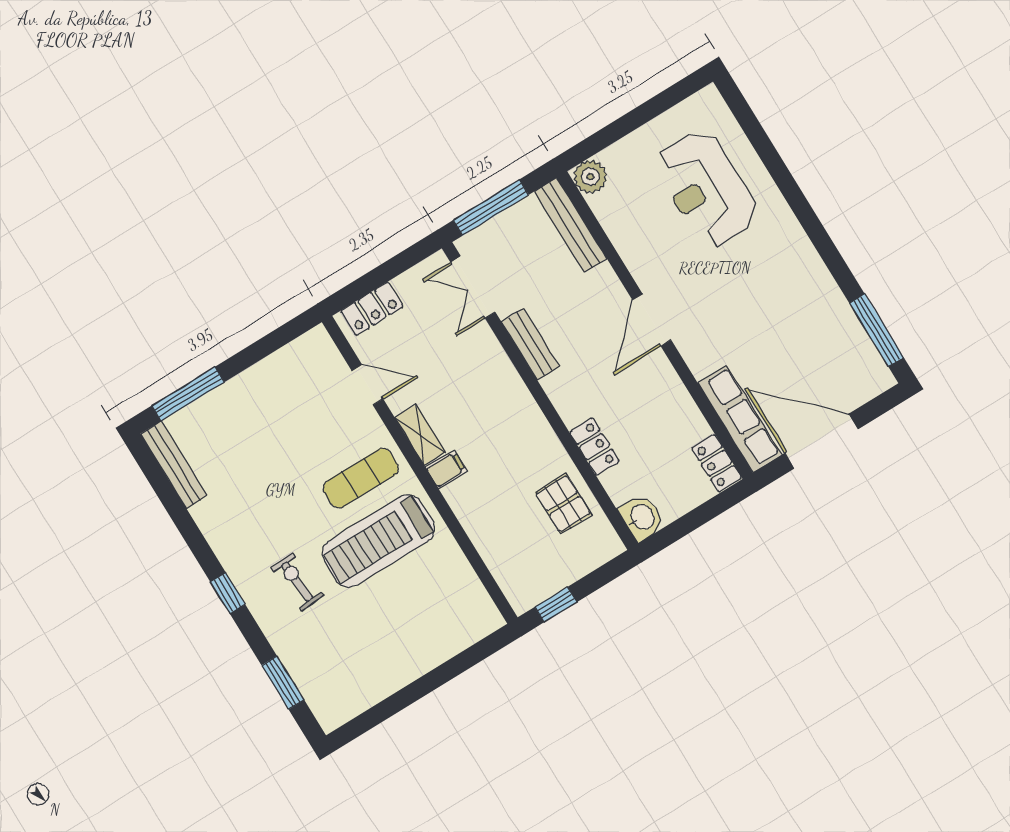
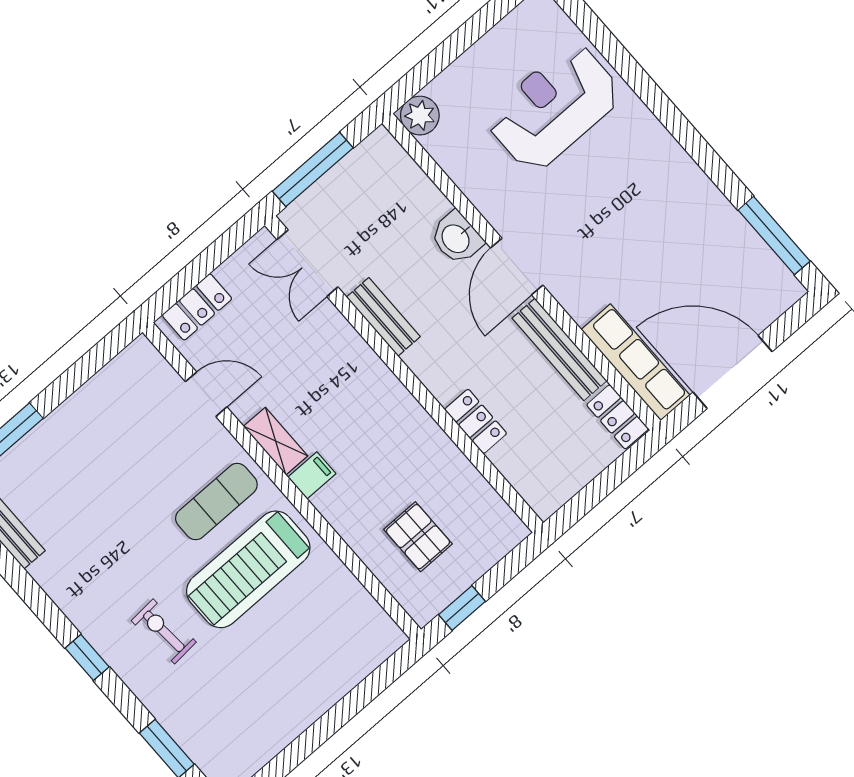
reception desk: (706, 189) -> (554, 107), turned 90
bench: (571, 225) -> (559, 349), moved
pallet: (563, 504) -> (418, 537), moved
washbasin: (642, 517) -> (456, 238), moved, turned 180

